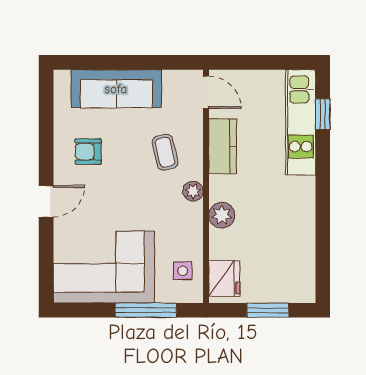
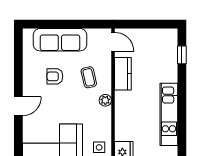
kitchen unit: (301, 122) -> (169, 114), moved
armchair: (88, 152) -> (55, 76), moved
plant: (222, 215) -> (122, 115), removed

